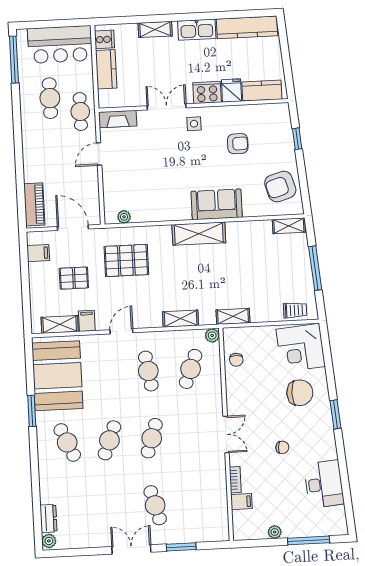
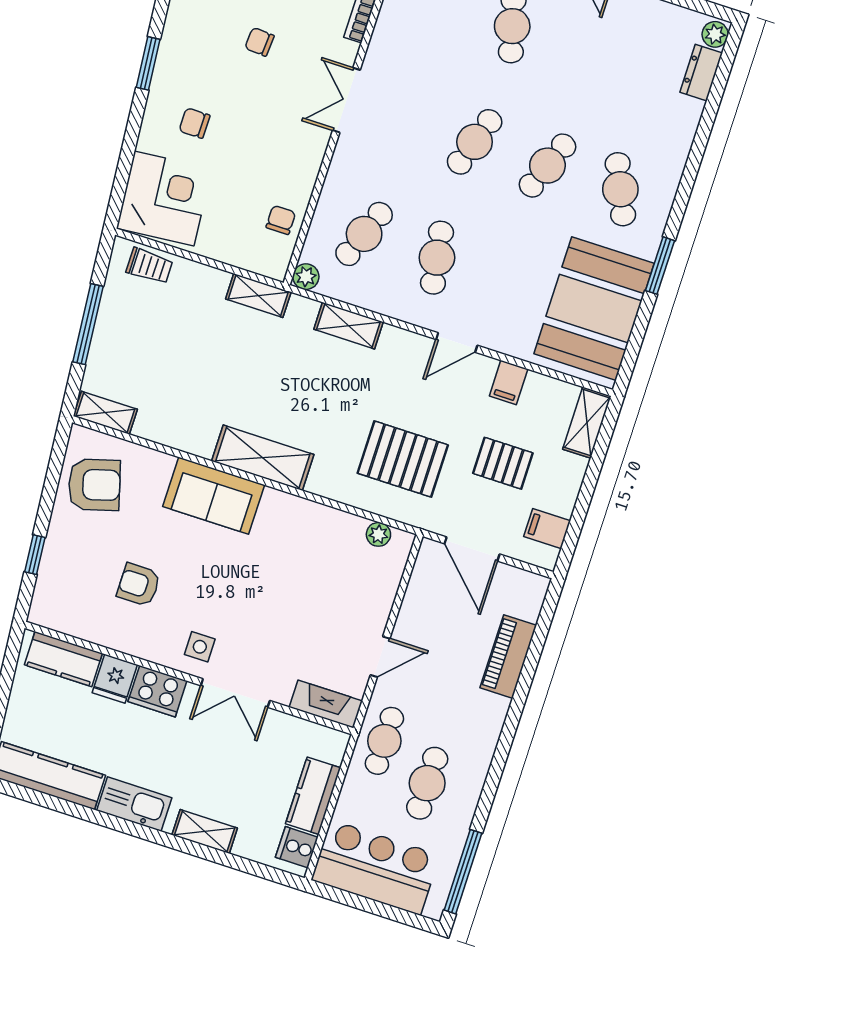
piano: (34, 204) -> (508, 657), moved
trolley: (295, 310) -> (149, 266), turned 180
shelving: (60, 324) -> (587, 423), moved, turned 90
chair: (300, 393) -> (194, 123), width x0.54, depth x0.54

